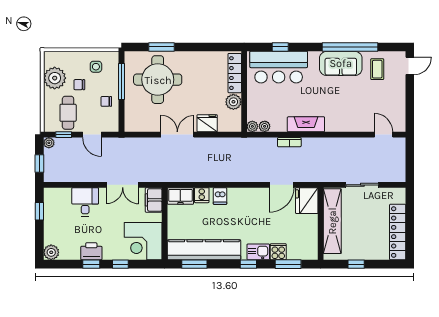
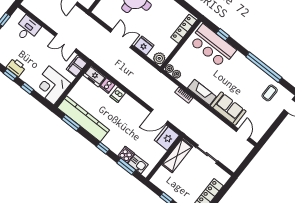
sofa: (341, 63) -> (228, 109), moved, turned 180
plant: (233, 102) -> (159, 58), moved
desk: (85, 202) -> (27, 29), moved
shelving: (332, 221) -> (177, 156), width x0.68
kitchen sink: (258, 252) -> (138, 164), moved

